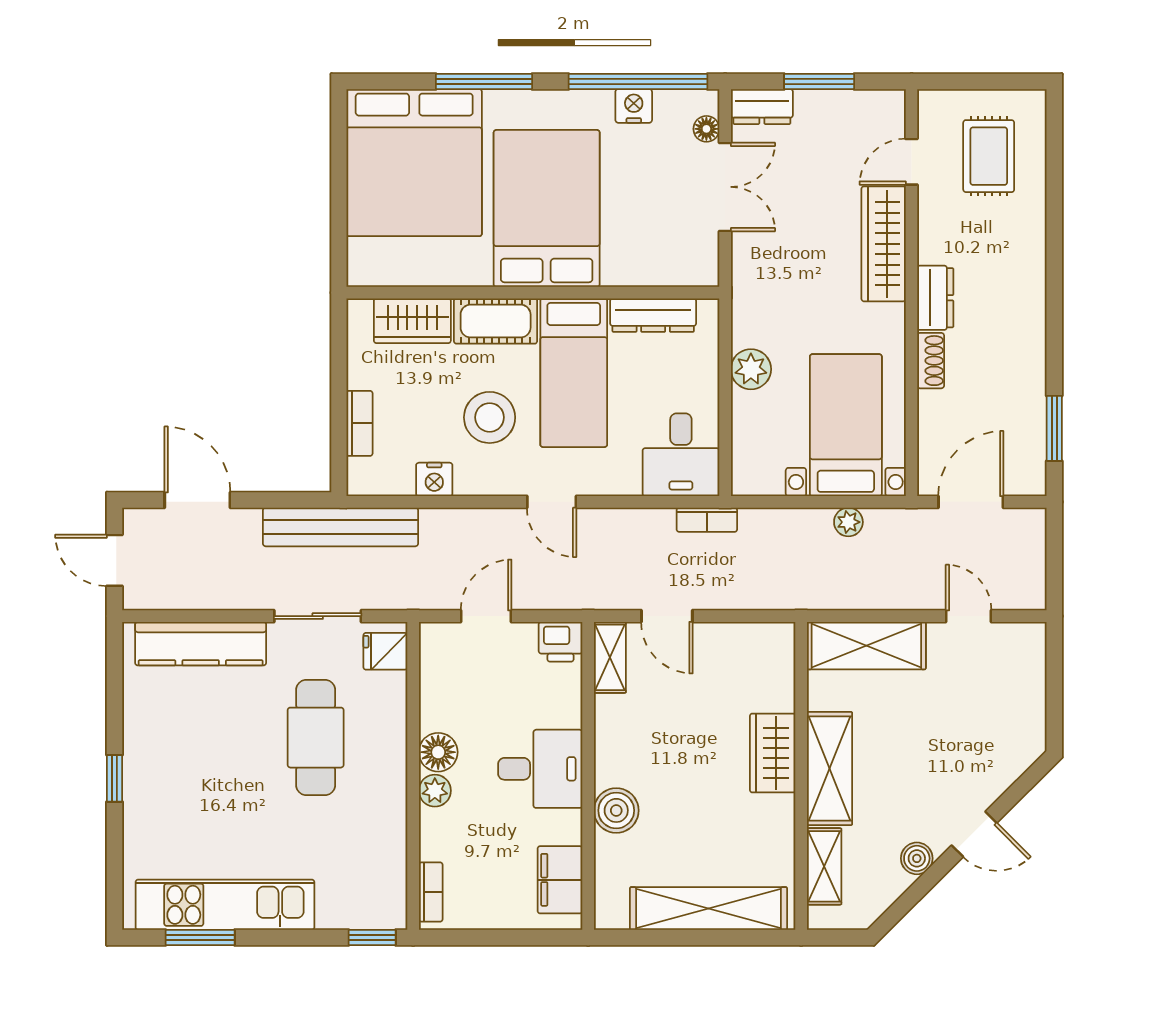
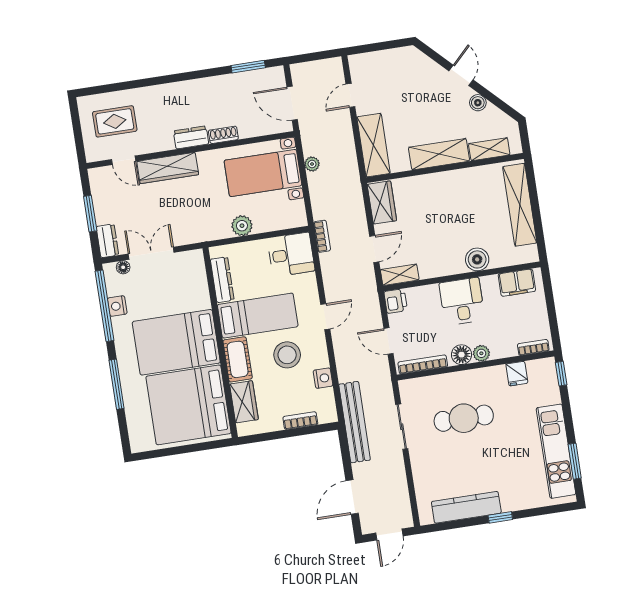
bed: (414, 163) -> (188, 405), moved, turned 180
kitchen counter: (201, 644) -> (466, 507), moved, turned -90
fridge: (385, 651) -> (517, 374), moved
bookcase: (431, 675) -> (423, 364), added
wardrobe: (773, 753) -> (382, 202), moved, turned -90

